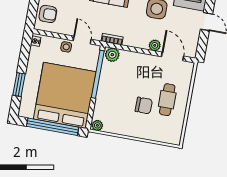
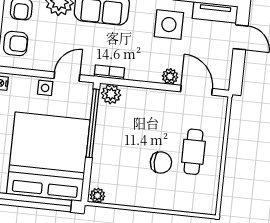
door: (82, 40) -> (67, 77), hinge flipped

